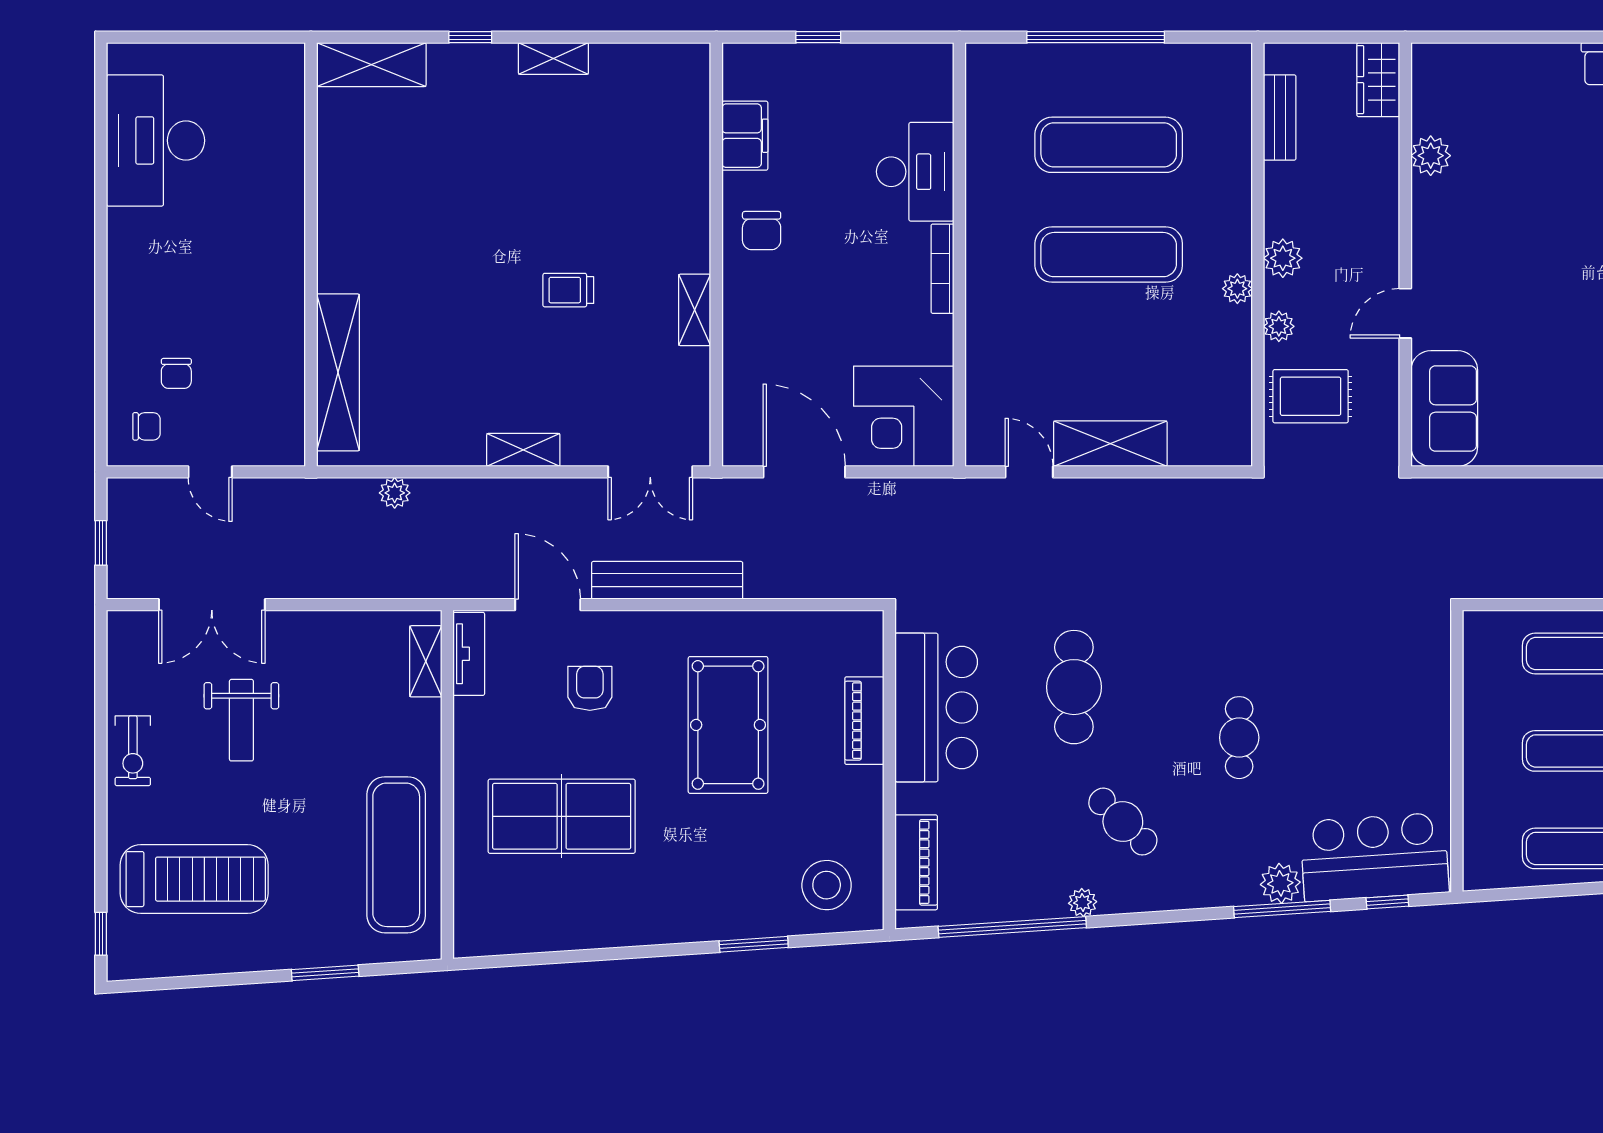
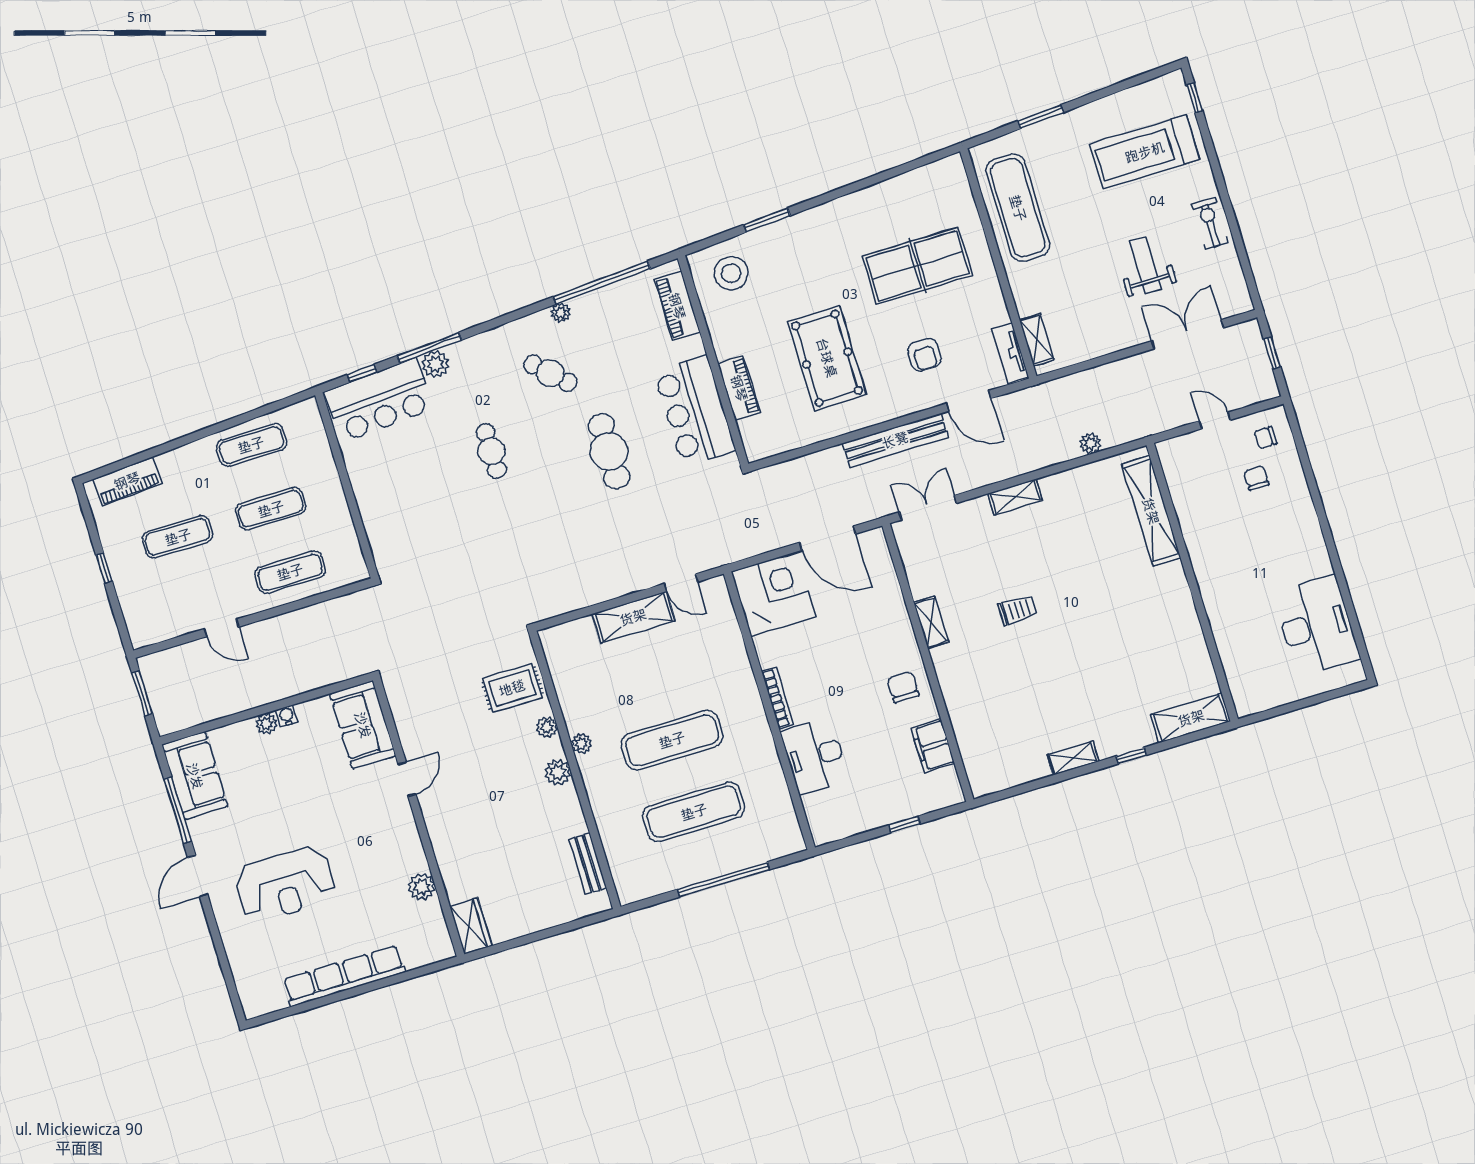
wardrobe: (1378, 80) -> (471, 926), moved
plant: (1431, 156) -> (422, 887), moved
wall: (1405, 255) -> (419, 817), moved
door: (1405, 313) -> (407, 779), moved
sofa: (1444, 409) -> (363, 725), moved

